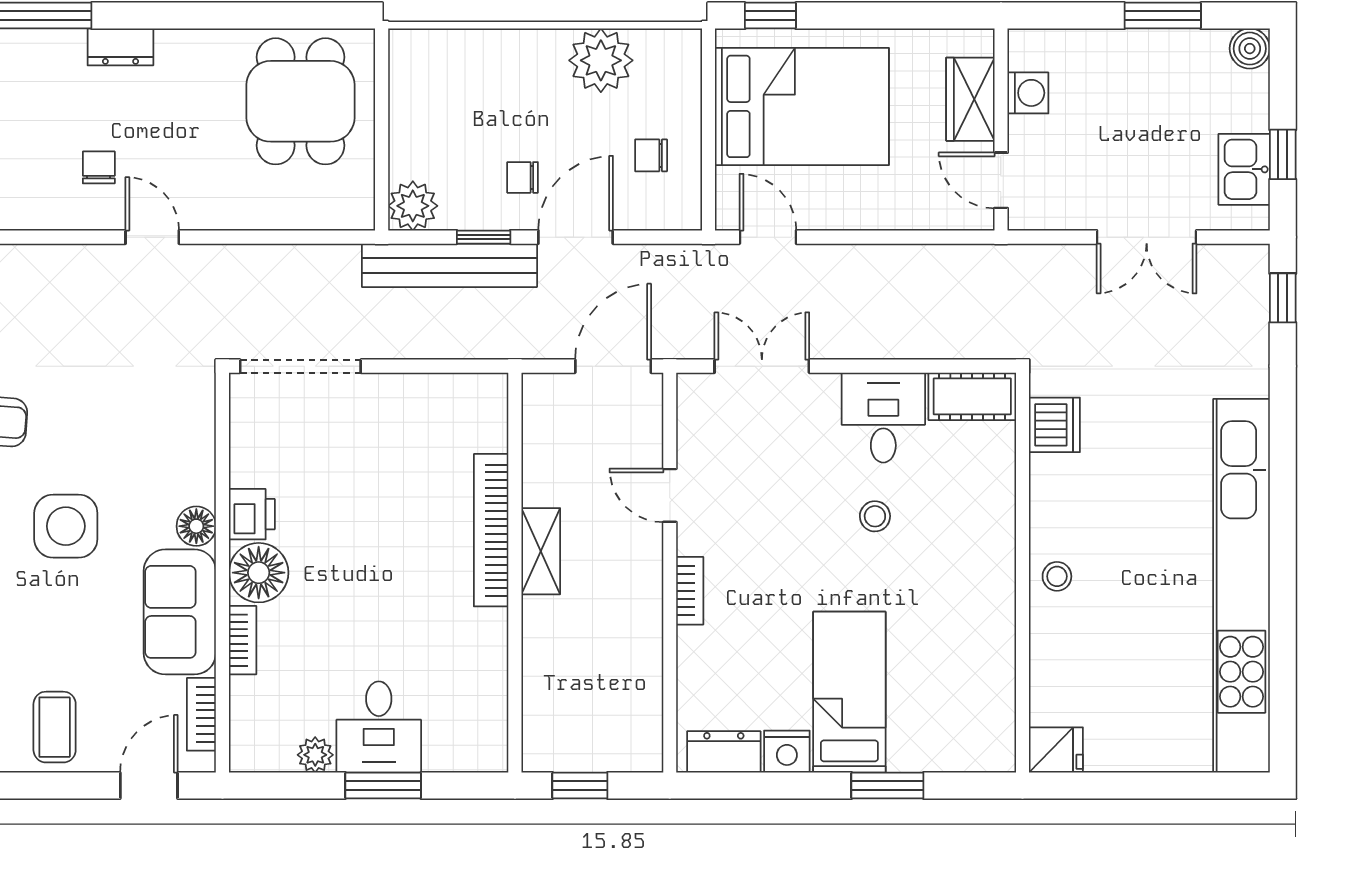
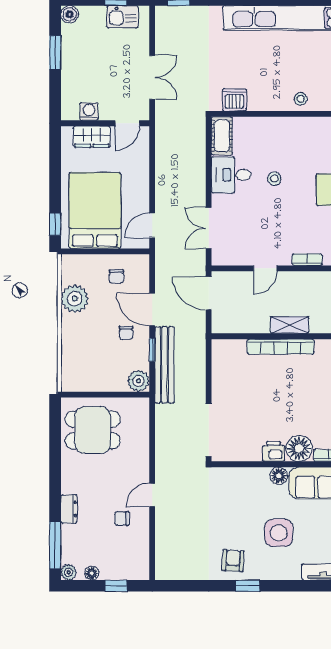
double door: (1147, 237) -> (152, 77), moved

